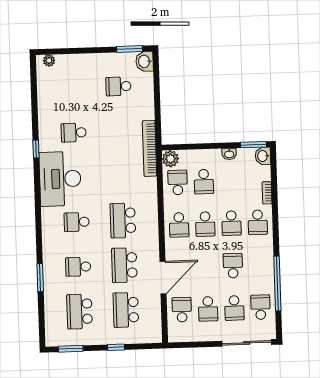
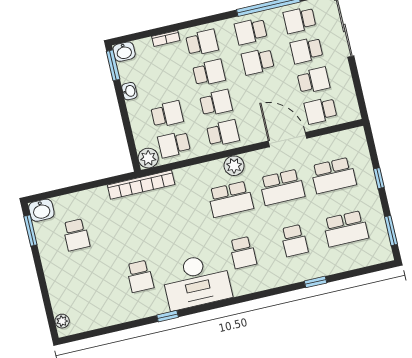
plant: (150, 229) -> (234, 166), added
school desk: (259, 265) -> (251, 31), added
window: (40, 278) -> (315, 282), width x0.67
school desk: (234, 308) -> (307, 50), turned 180

